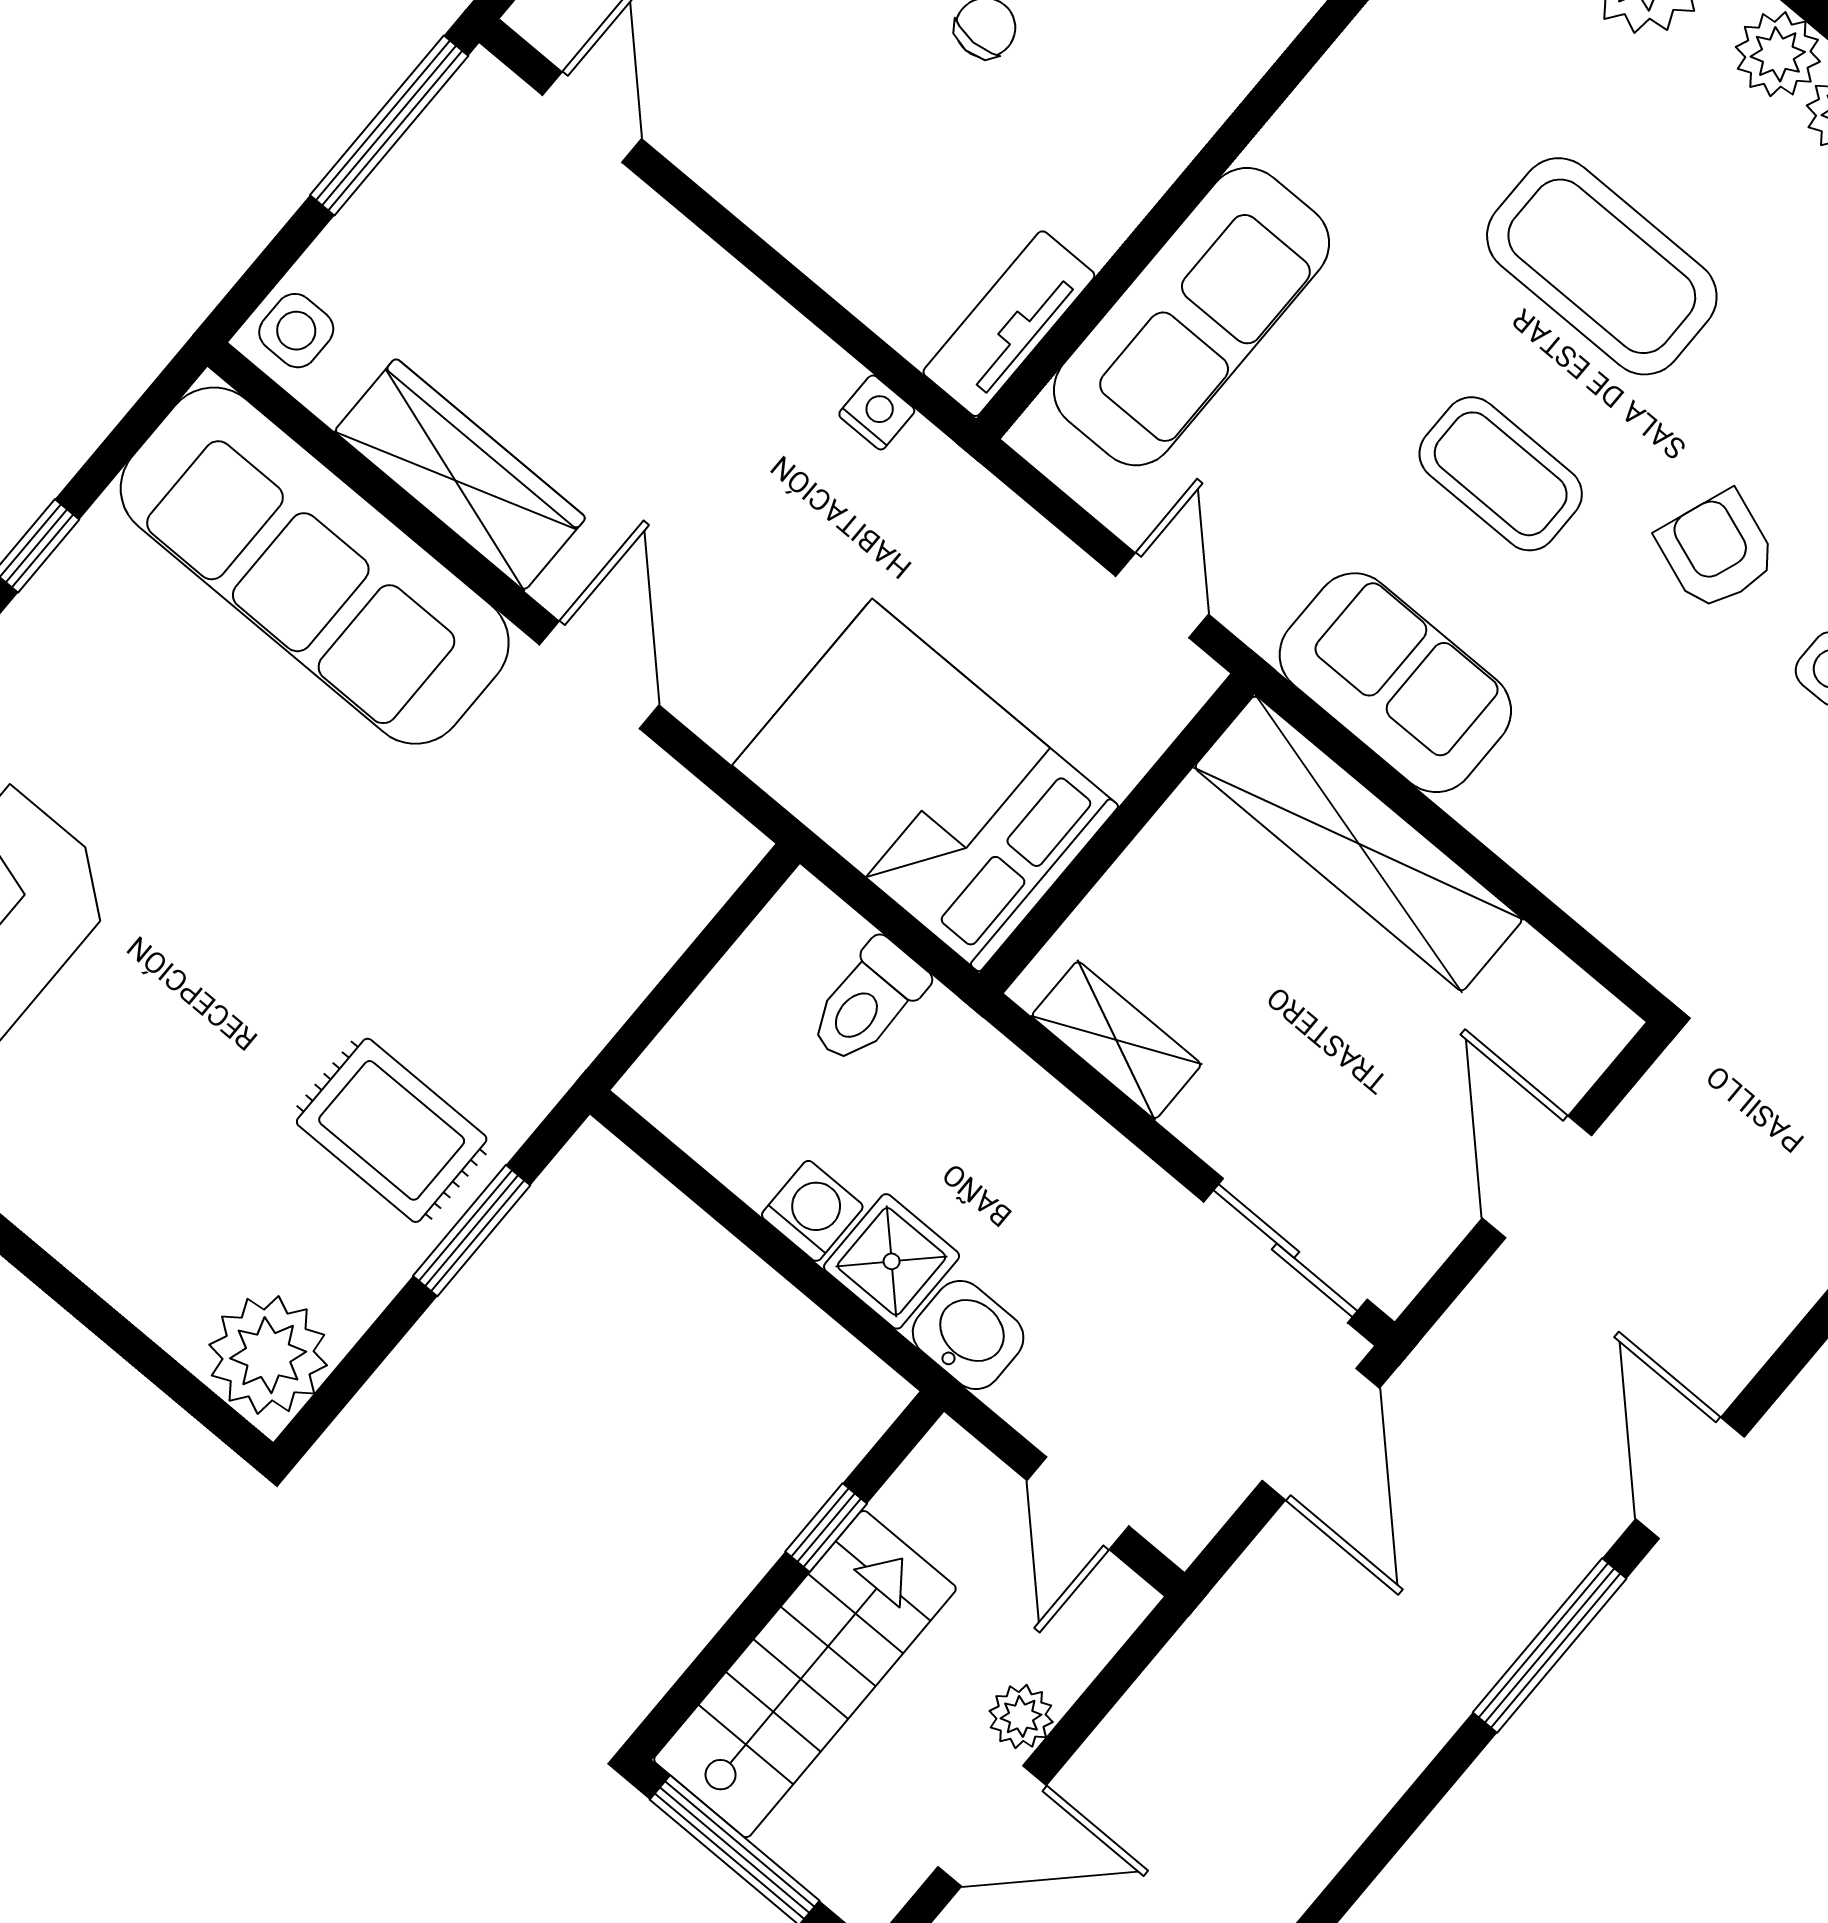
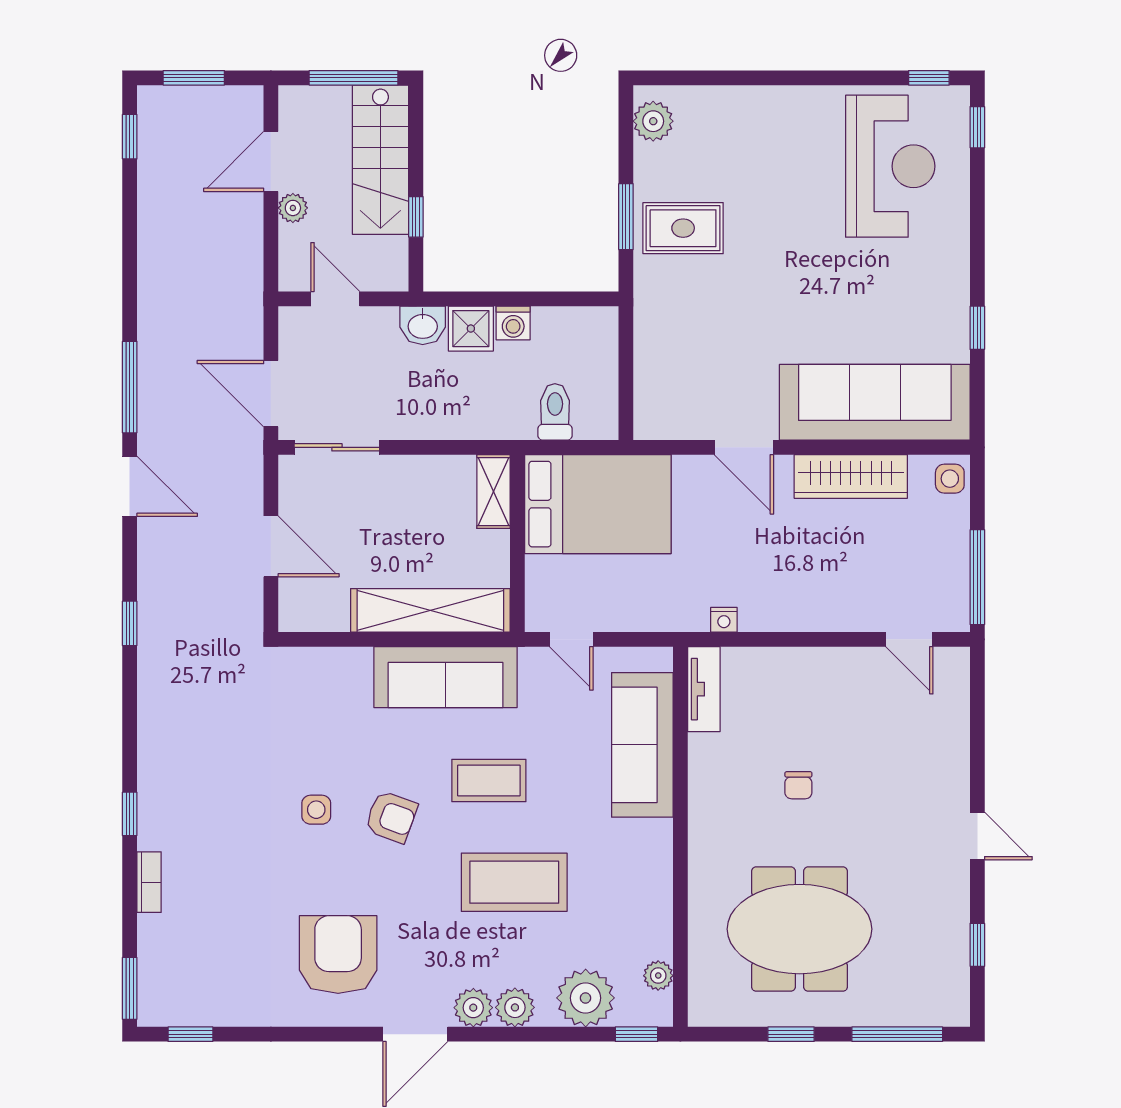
sofa: (1395, 683) -> (446, 677), width x1.36
shelving: (1116, 1040) -> (493, 492), moved, turned 90
plant: (268, 1355) -> (653, 121), width x0.73, depth x0.73

